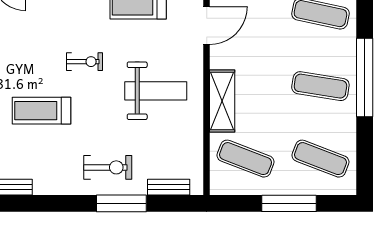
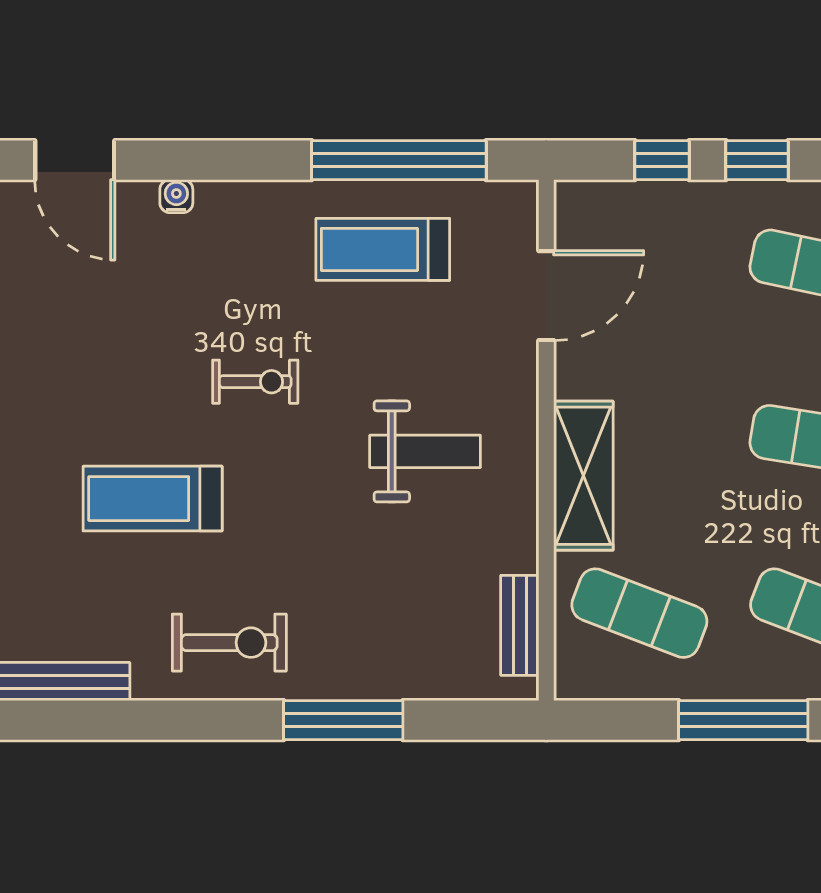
weight bench: (156, 91) -> (425, 451), width x0.73, depth x0.75
exercise bike: (108, 167) -> (229, 643), moved
bench: (169, 187) -> (520, 625), moved, turned 90

